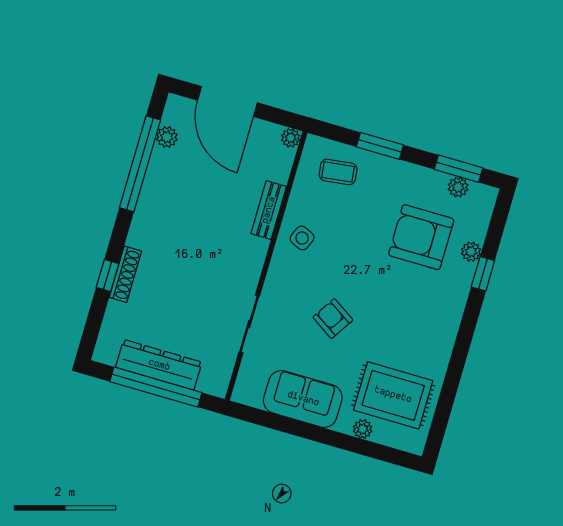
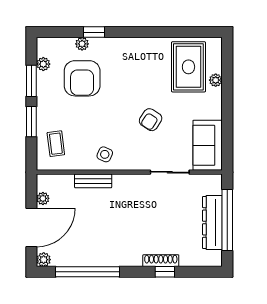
plant: (167, 137) -> (44, 260), moved
plant: (291, 138) -> (43, 198), moved
window: (459, 169) -> (31, 81), moved
sofa: (303, 399) -> (208, 145), moved

